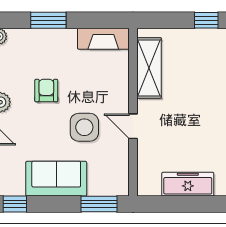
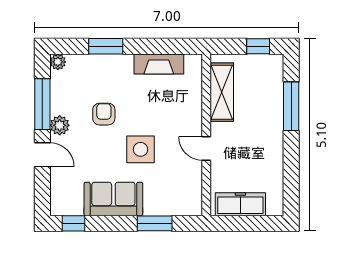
shelving: (149, 68) -> (222, 92), moved
wall: (133, 112) -> (206, 135), moved
door: (133, 126) -> (206, 148), moved

